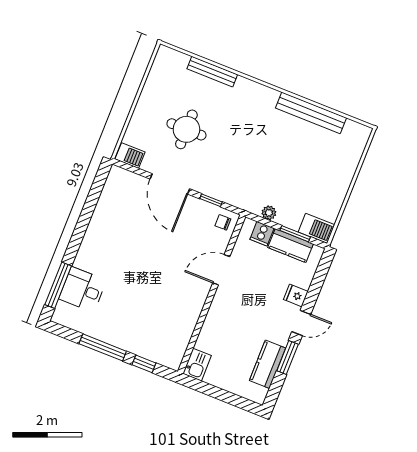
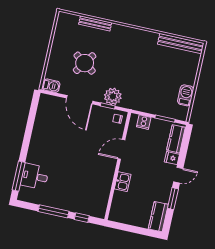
bench: (311, 113) -> (181, 44), moved
round table: (186, 129) -> (85, 63), turned 35
plant: (269, 213) -> (113, 96), moved, width x1.87, depth x1.87
barbecue: (316, 228) -> (186, 95), moved, turned -90
kitchen counter: (291, 246) -> (176, 139), moved, turned 90
kitchen counter: (267, 364) -> (158, 217), moved
kitchen sink: (197, 365) -> (123, 182), moved

